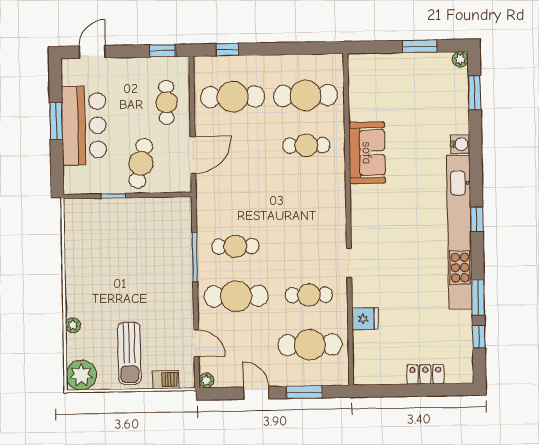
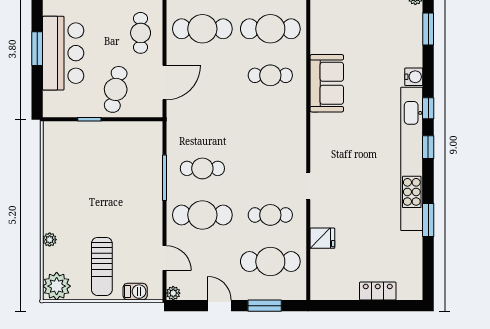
window: (479, 337) -> (428, 108), moved

